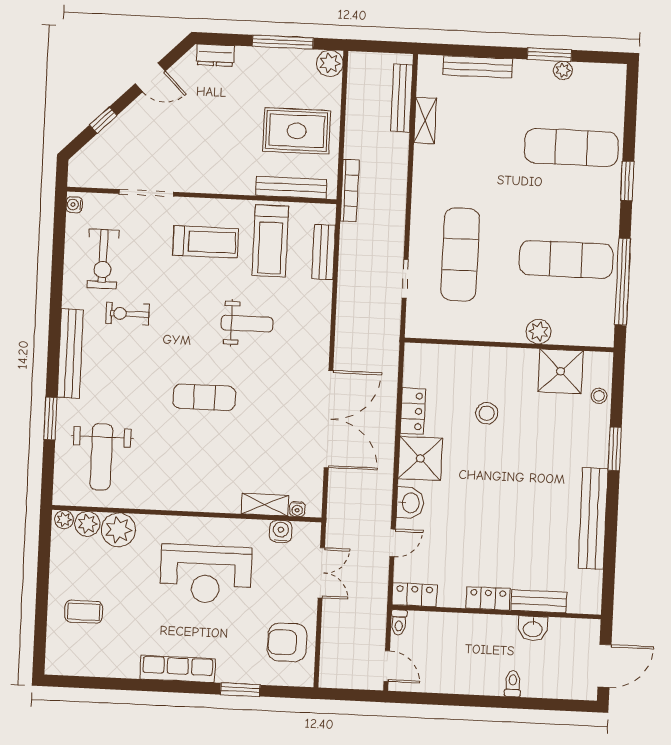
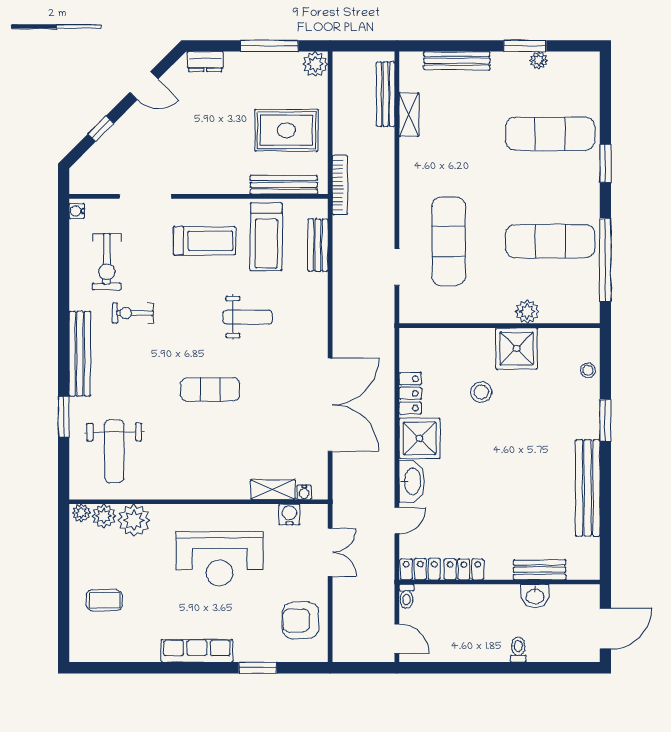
shower: (561, 371) -> (517, 349), moved
washbasin: (410, 503) -> (412, 481), width x1.38
locker: (488, 598) -> (464, 569), moved

